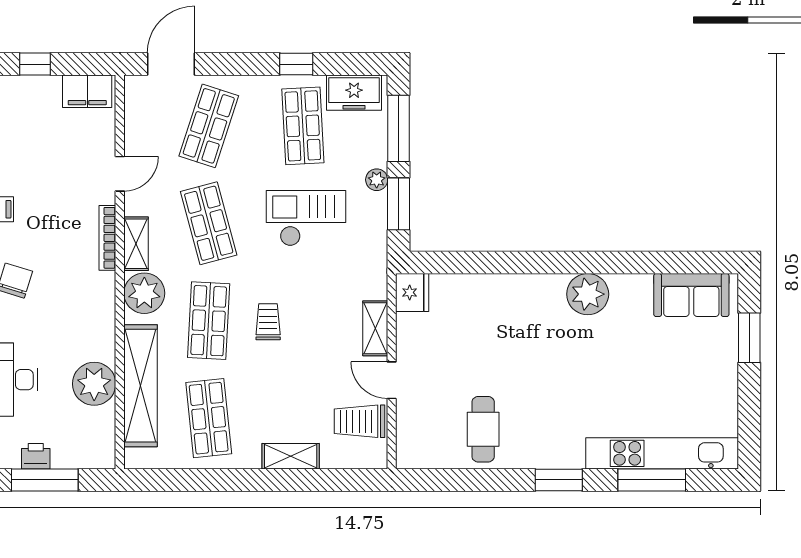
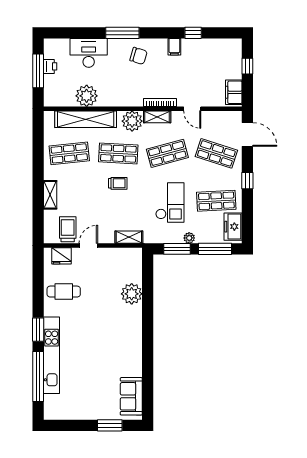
window: (296, 64) -> (247, 181), moved
fridge: (412, 292) -> (62, 256), moved
plant: (588, 294) -> (132, 294), moved
shelving: (375, 328) -> (129, 237), moved
kitchen unit: (662, 453) -> (52, 355), moved
window: (652, 480) -> (38, 376), width x1.46

